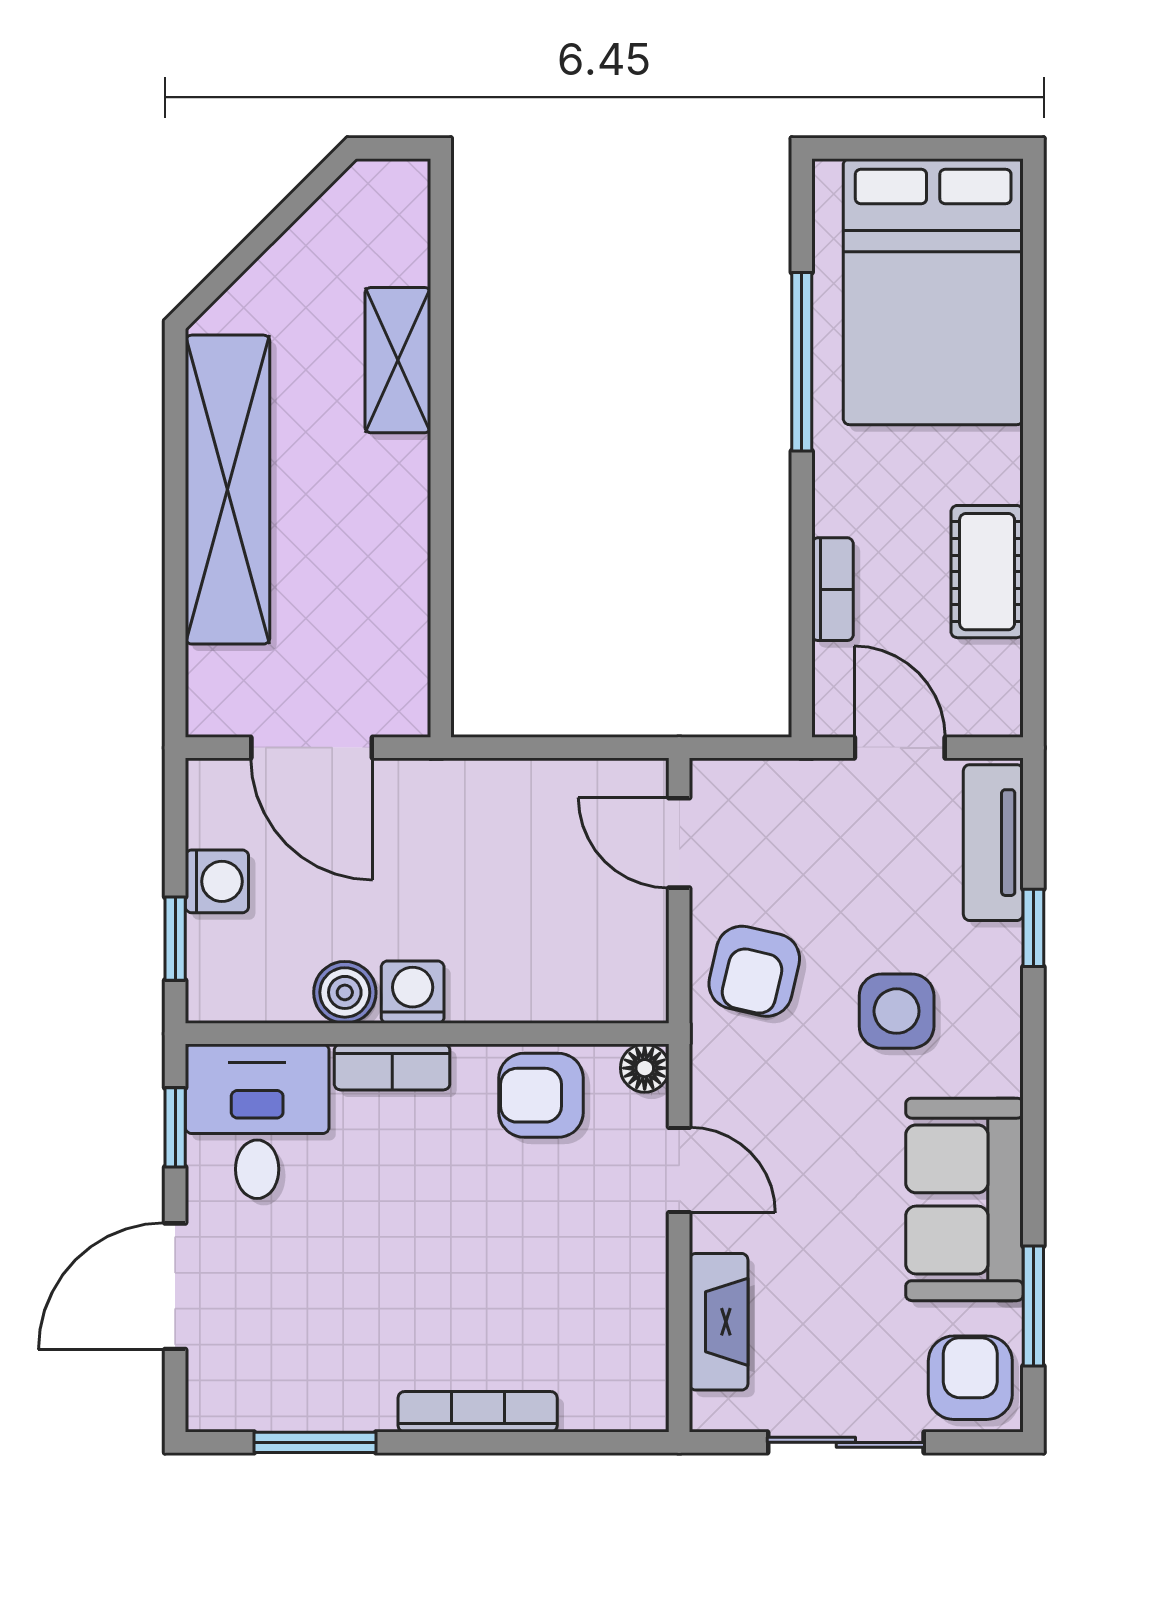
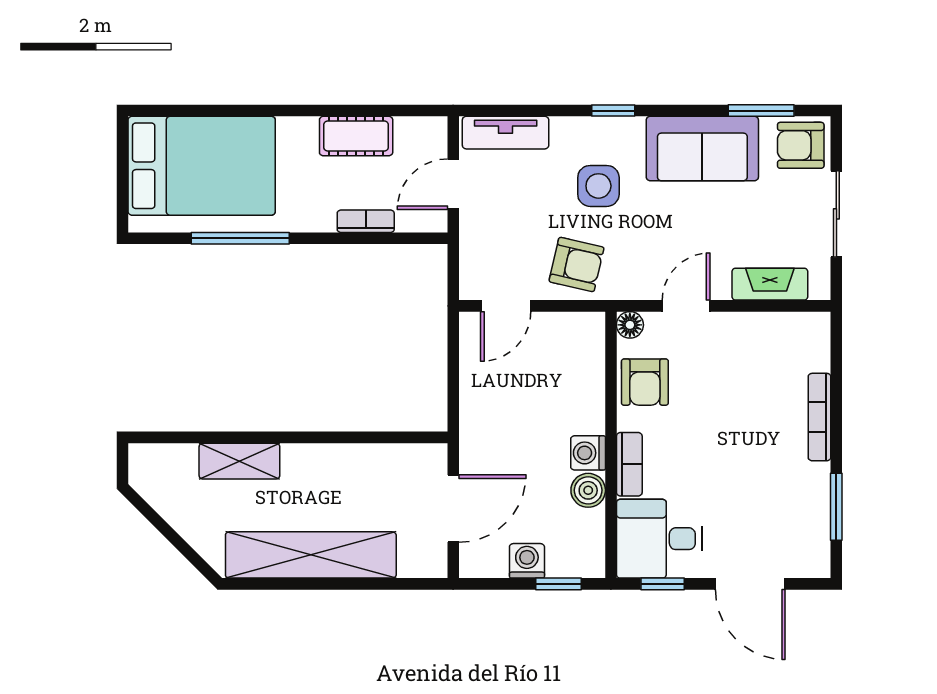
window: (1033, 928) -> (613, 111), moved

